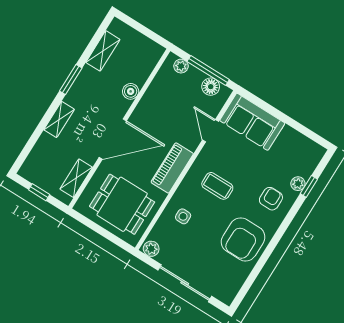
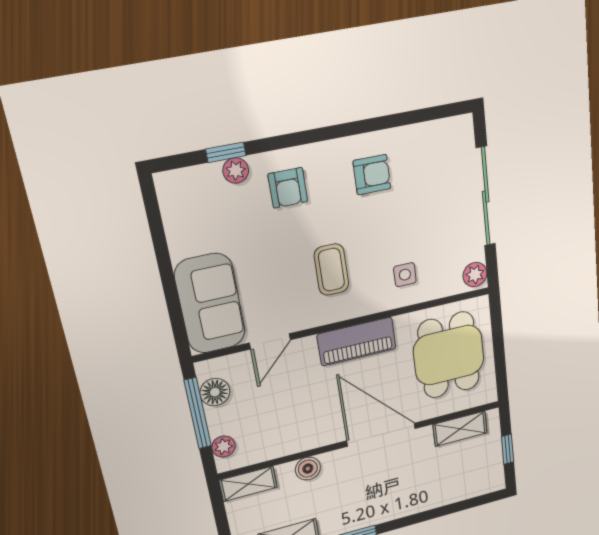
shelving: (59, 120) -> (248, 484), moved
armchair: (271, 199) -> (288, 188), turned -90
armchair: (243, 239) -> (372, 175), width x0.53, depth x0.53

